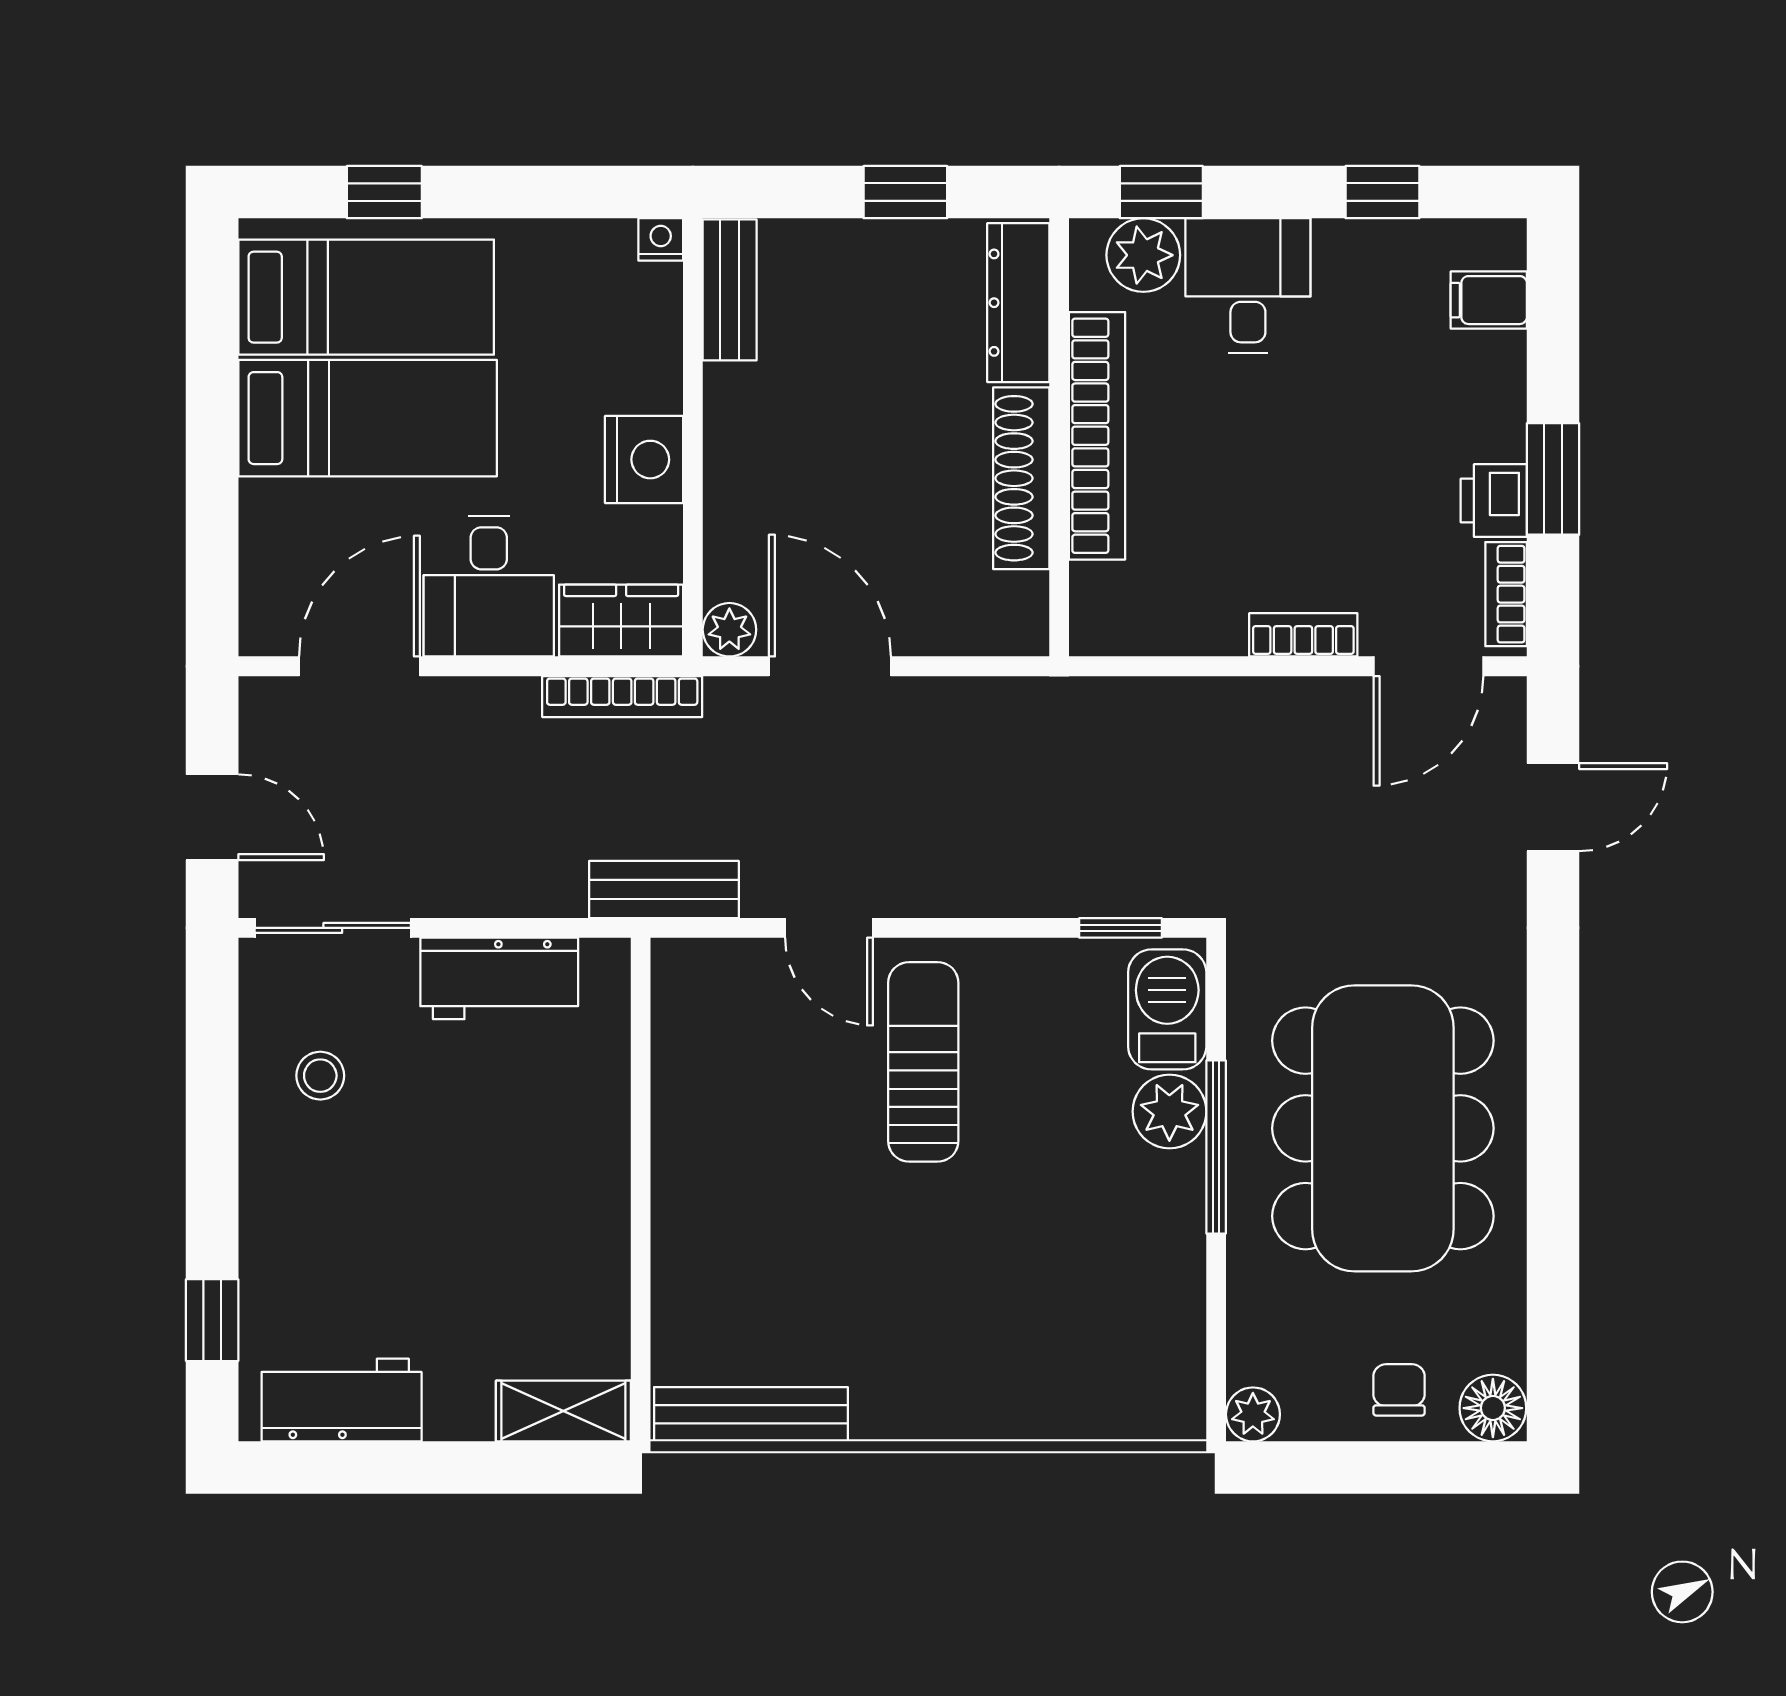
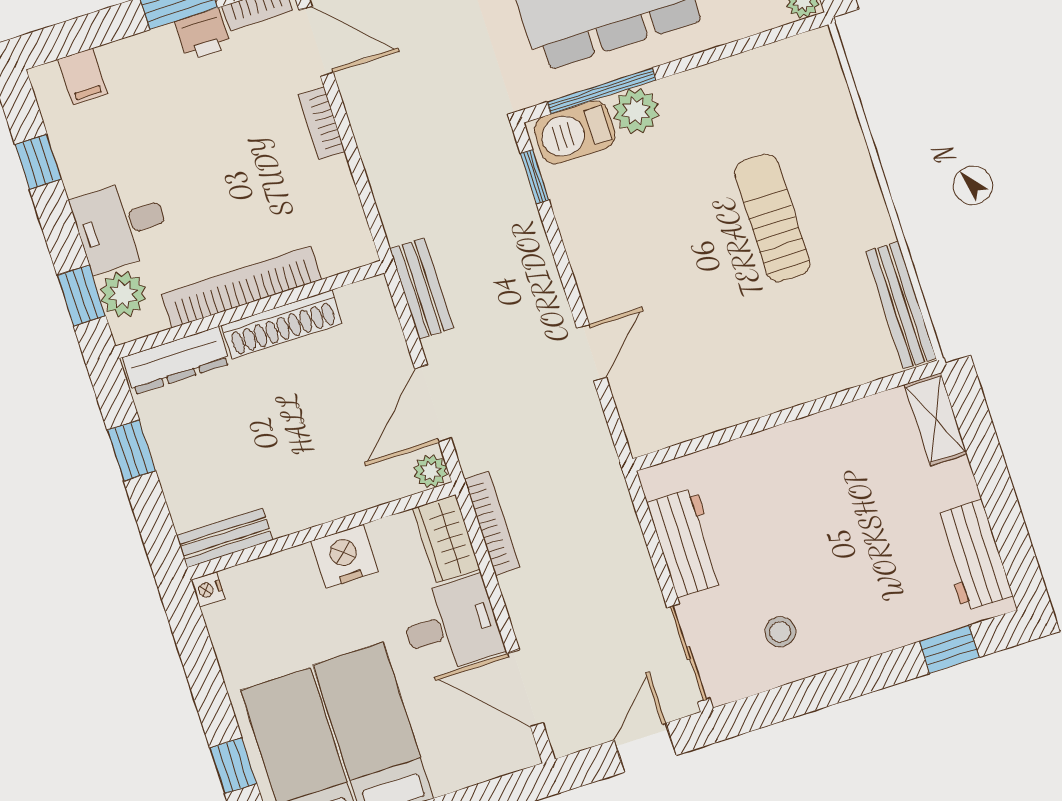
bench: (664, 890) -> (422, 289), moved
sun lounger: (923, 1062) -> (772, 218), moved, turned 90
window: (1216, 1147) -> (601, 91), moved

